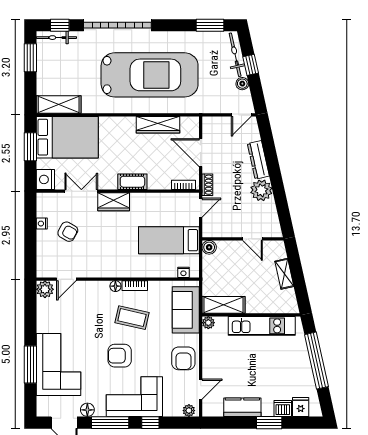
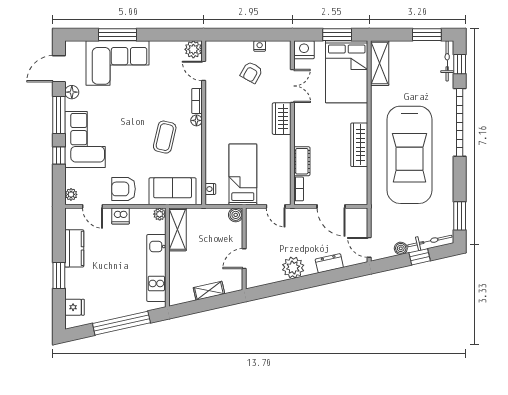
wardrobe: (158, 125) -> (359, 145), moved
door: (201, 153) -> (331, 206), swing flipped
dresser: (258, 160) -> (329, 263), width x0.70
cot: (132, 182) -> (302, 161), moved
shoe rack: (207, 185) -> (299, 213), removed
bookcase: (135, 286) -> (197, 101), moved
armchair: (120, 356) -> (126, 125), removed
dishwasher: (283, 408) -> (120, 216), moved, turned 90

